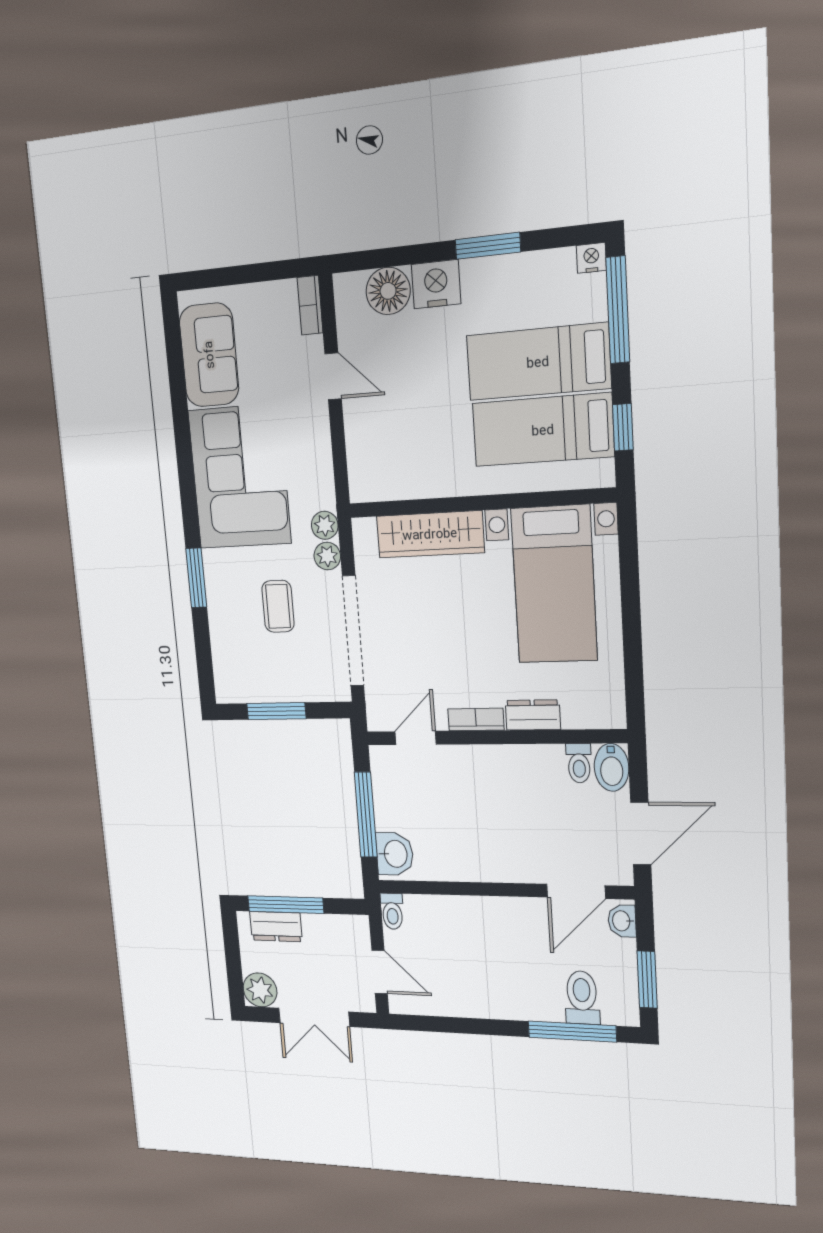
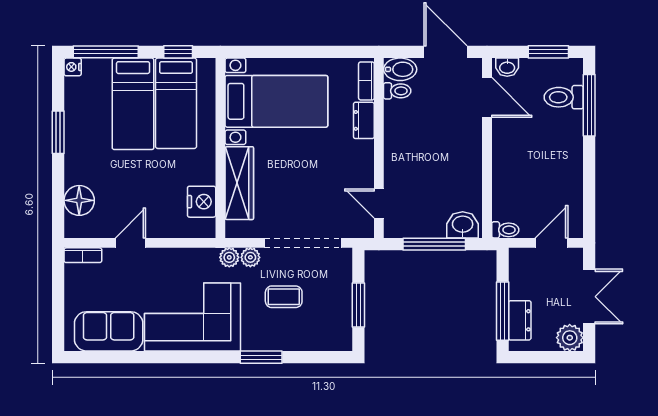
nightstand: (436, 284) -> (202, 202), moved, turned 180
bookcase: (476, 719) -> (366, 81), moved

